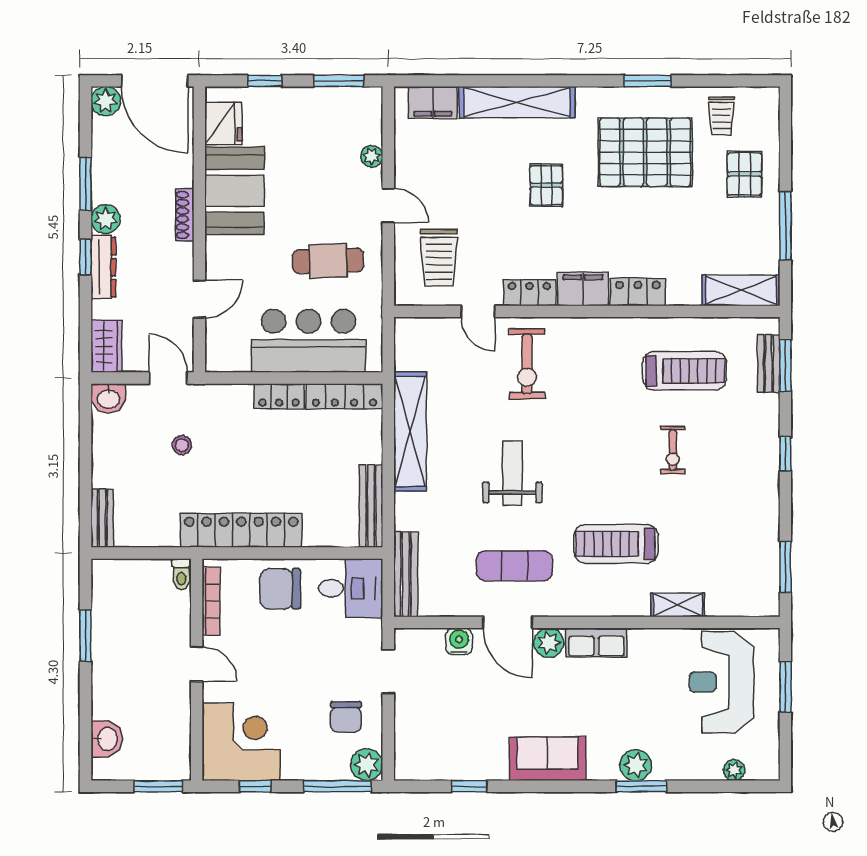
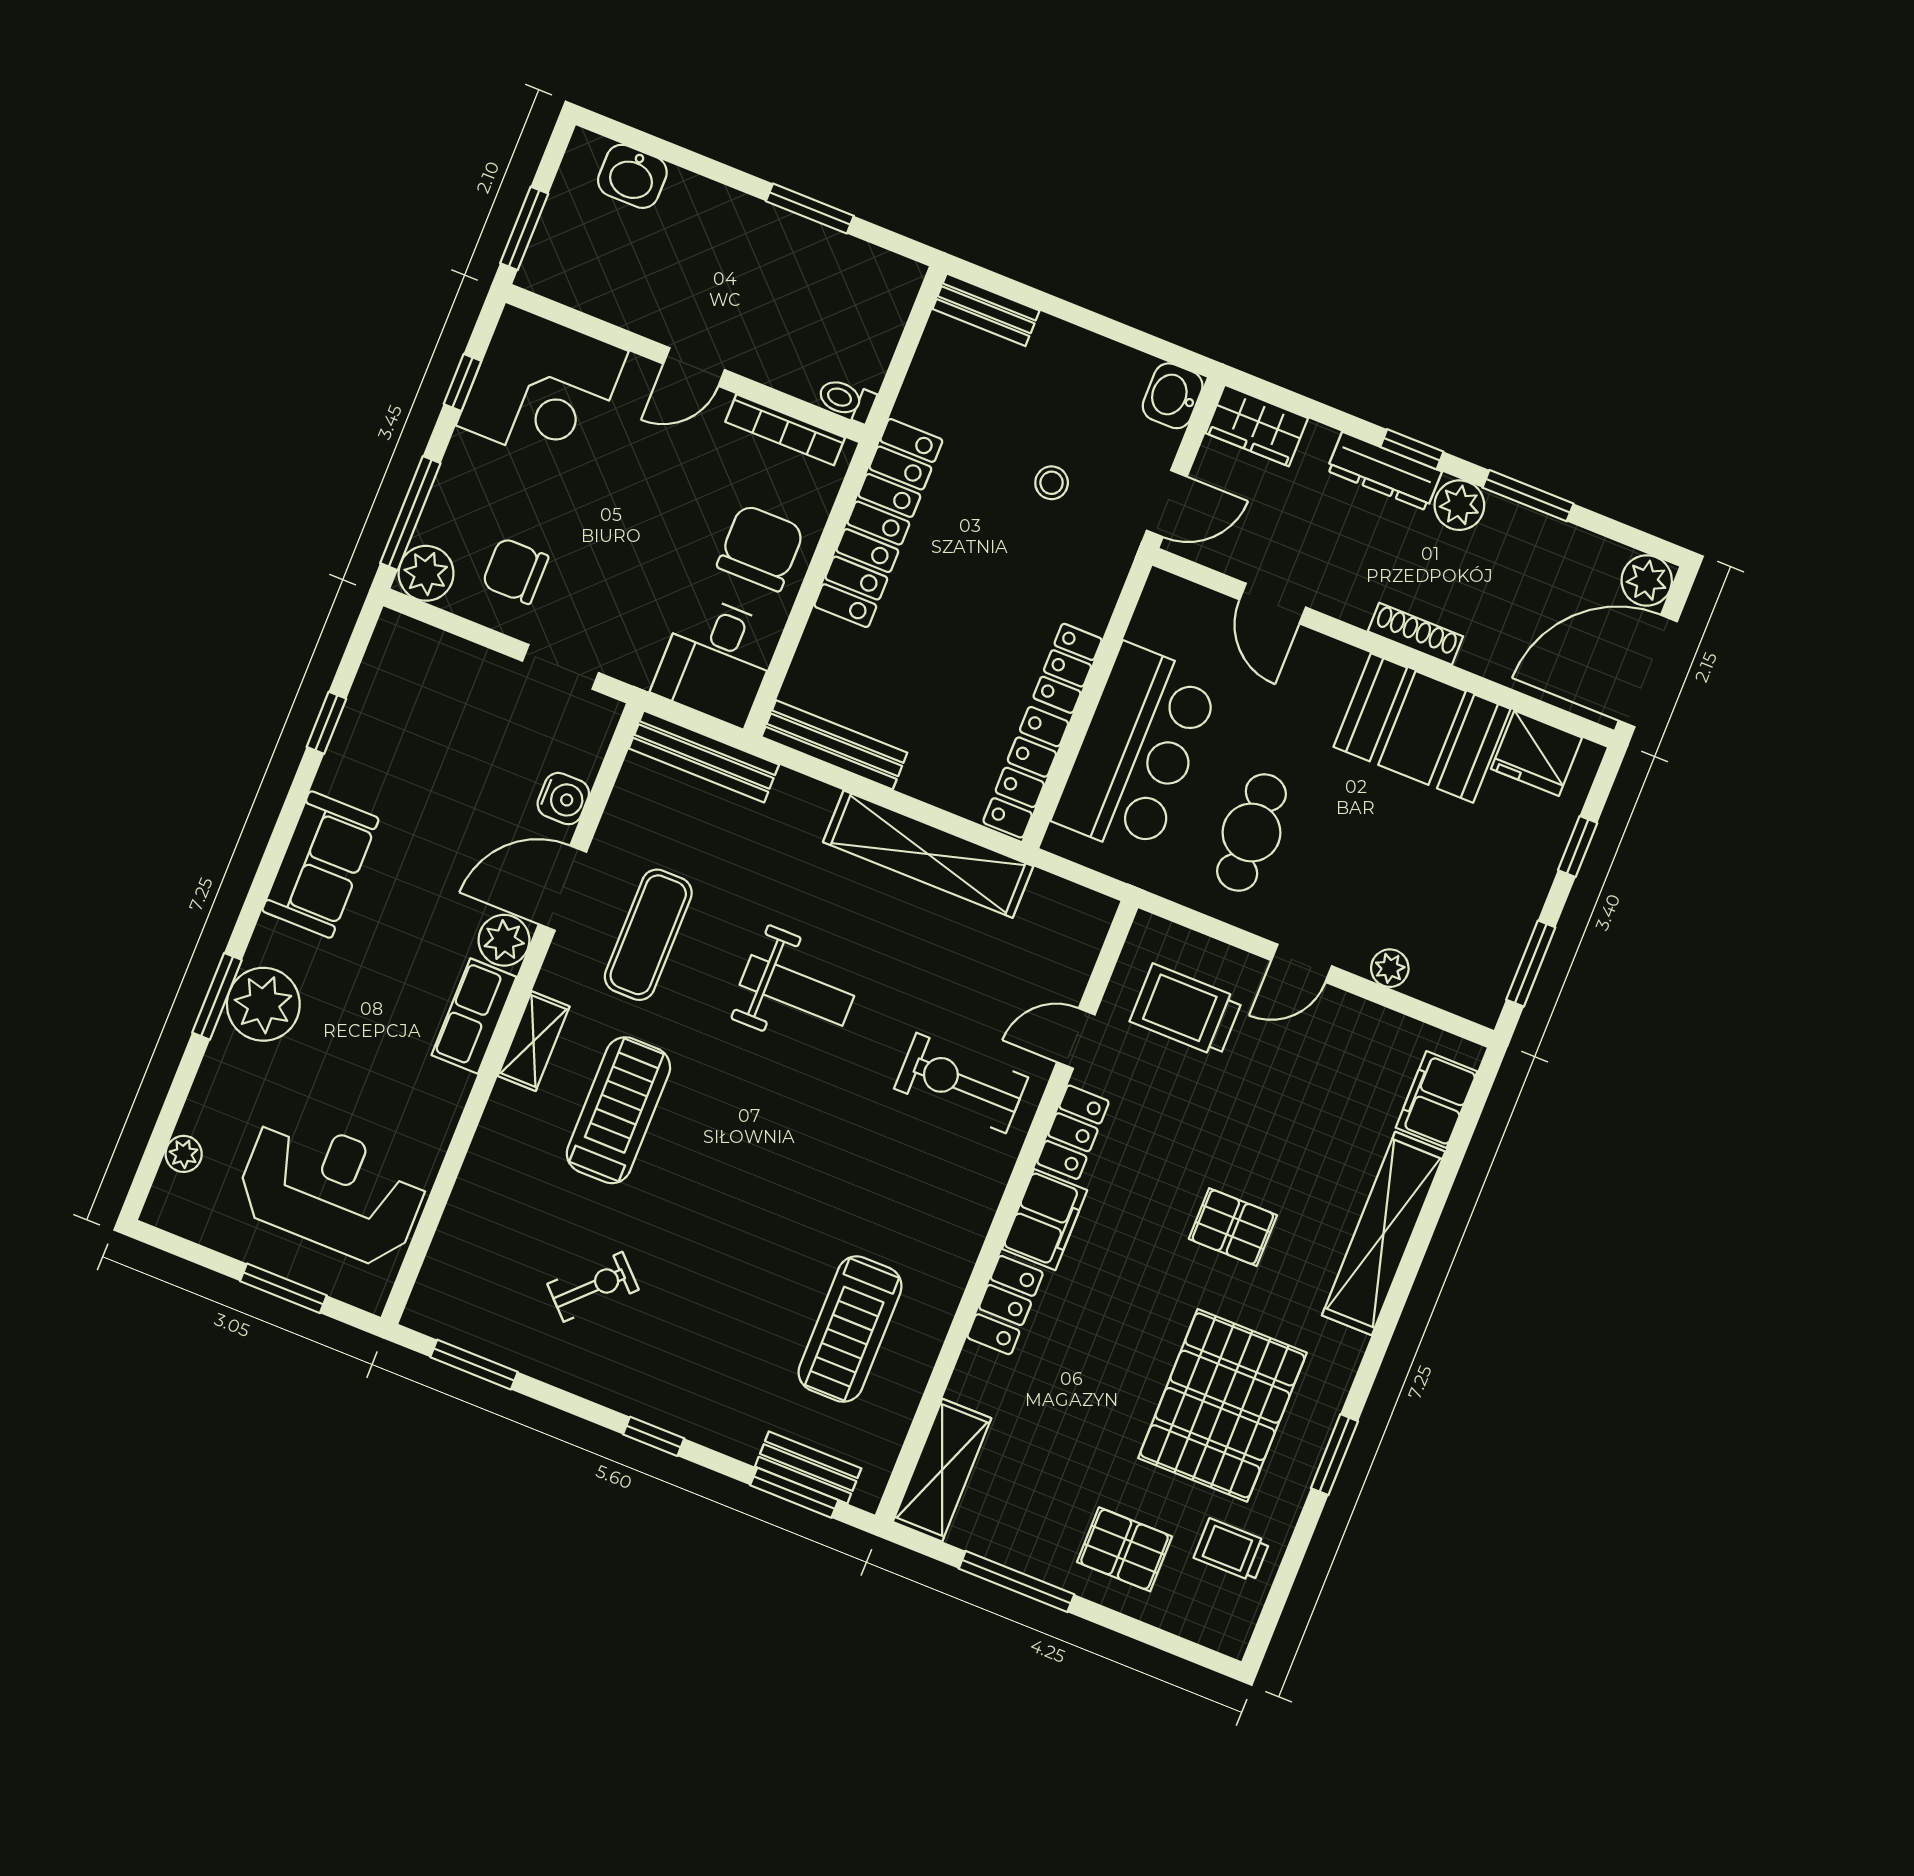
exercise bike: (673, 450) -> (593, 1287), moved, turned 135
shelving: (678, 605) -> (534, 1041), moved
plant: (636, 765) -> (263, 1004), width x1.36, depth x1.36

